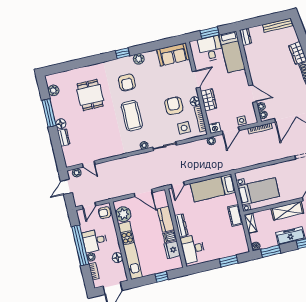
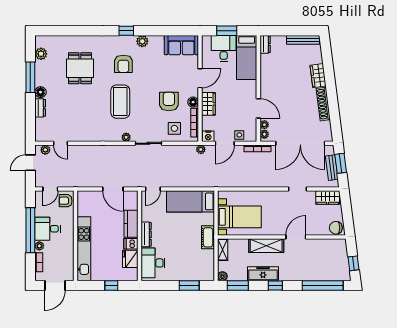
plant: (123, 214) -> (86, 207), removed
floor lamp: (117, 258) -> (68, 253), removed

